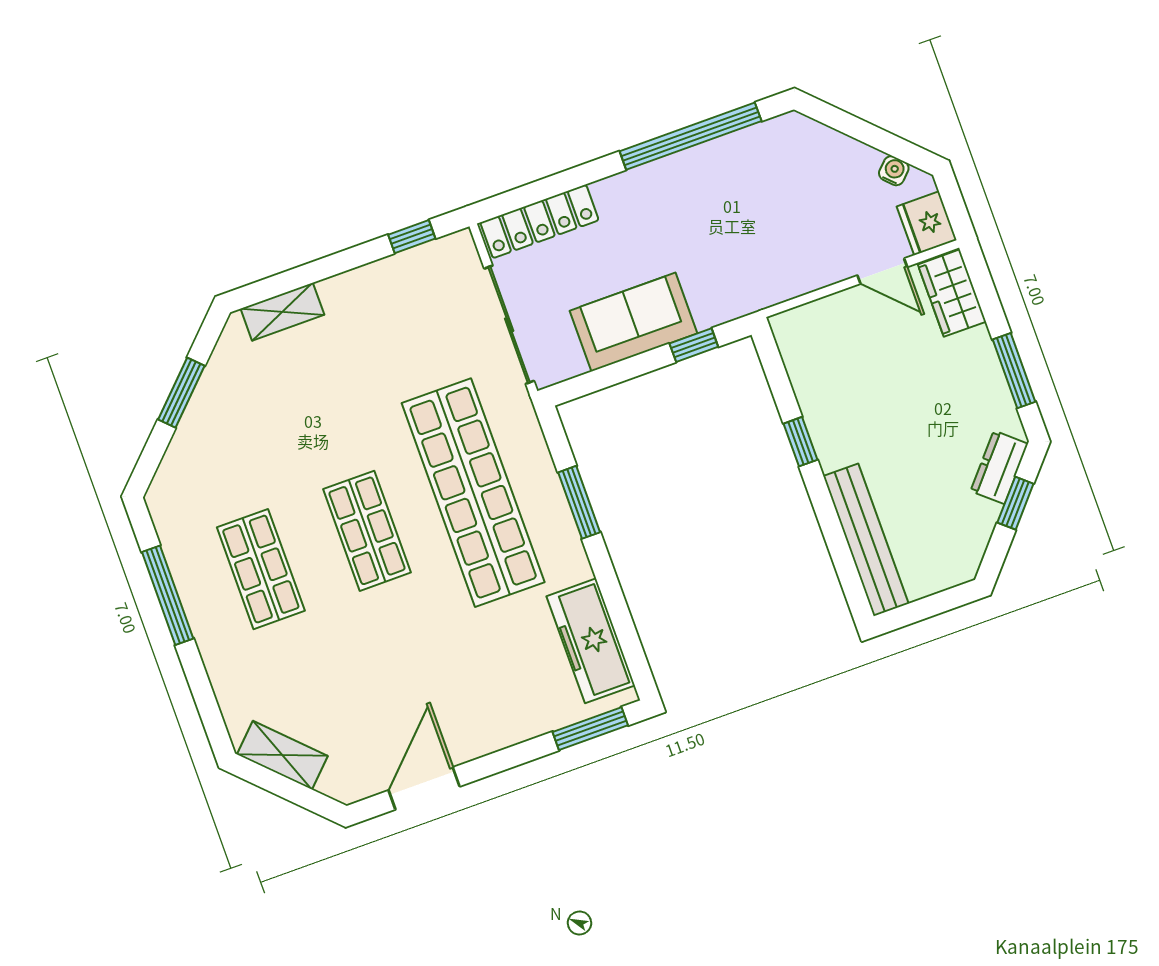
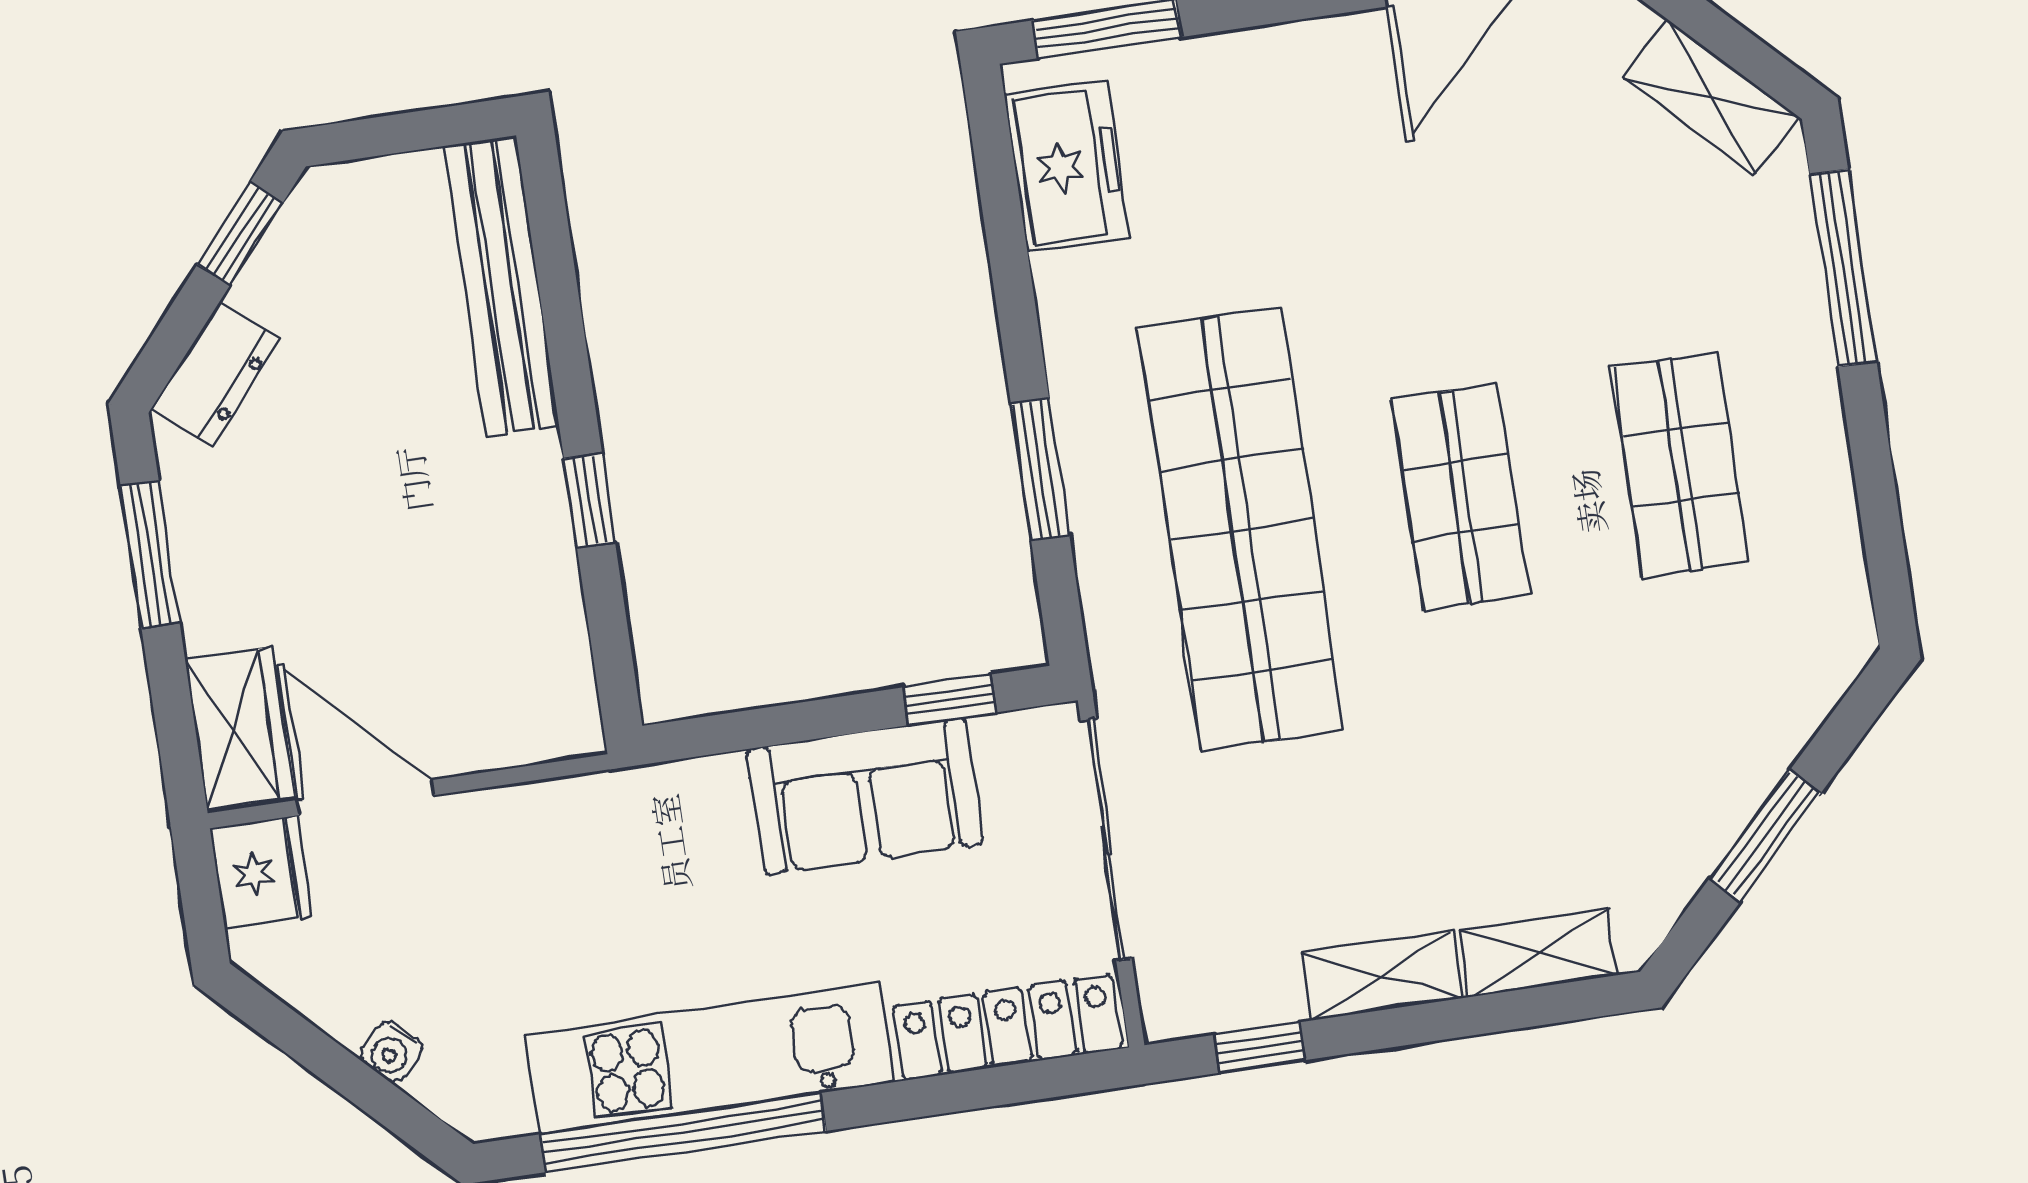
water cooler: (894, 171) -> (391, 1052), moved
kitchen unit: (685, 176) -> (709, 1058), added
door: (882, 271) -> (365, 798), width x1.38
shelving: (358, 285) -> (1382, 975), added
window: (694, 345) -> (949, 700), moved
window: (1015, 503) -> (240, 234), moved
window: (168, 595) -> (1843, 268), moved
freezer: (591, 641) -> (1067, 166), width x0.71

